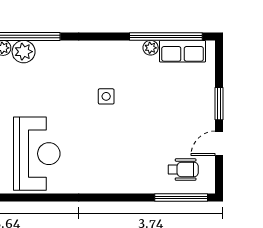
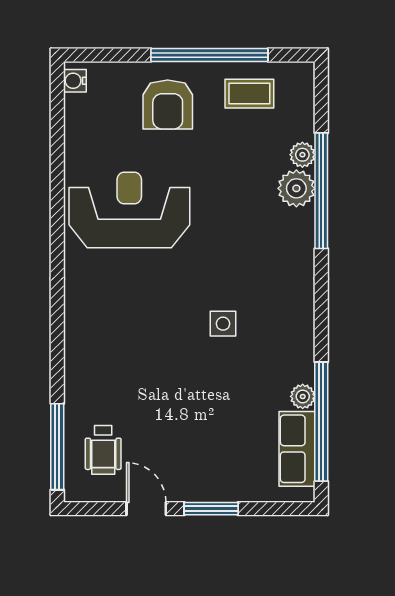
reception desk: (37, 154) -> (129, 210), turned 180

